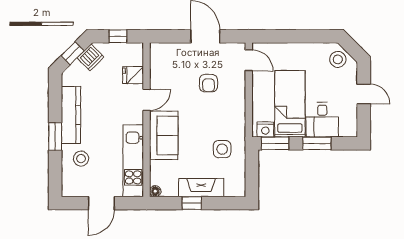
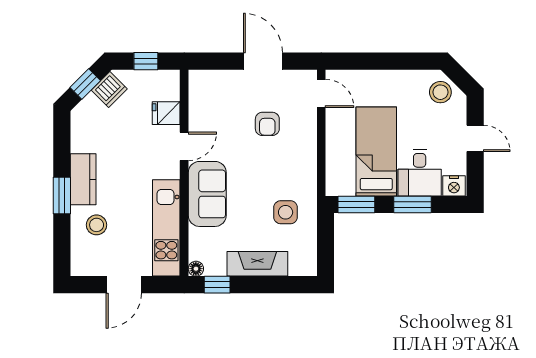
kitchen counter: (71, 115) -> (83, 179), width x0.67
nightstand: (265, 129) -> (454, 186), moved
window: (192, 203) -> (217, 285), moved

